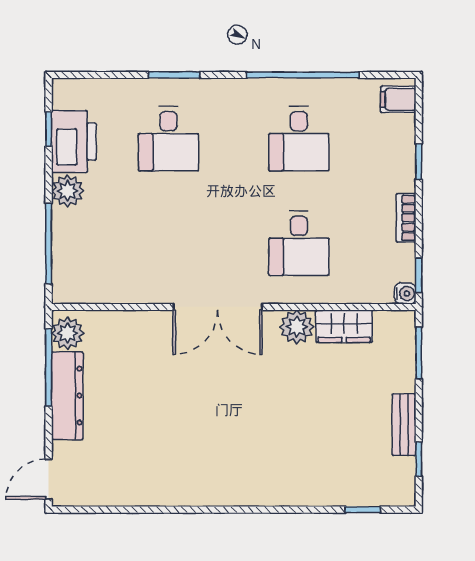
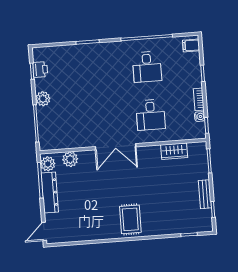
desk: (168, 139) -> (87, 71), removed
printer: (74, 141) -> (40, 70), width x0.53, depth x0.68
water cooler: (405, 293) -> (200, 117), moved
plant: (297, 327) -> (70, 159), moved
rug: (238, 467) -> (130, 219), added

